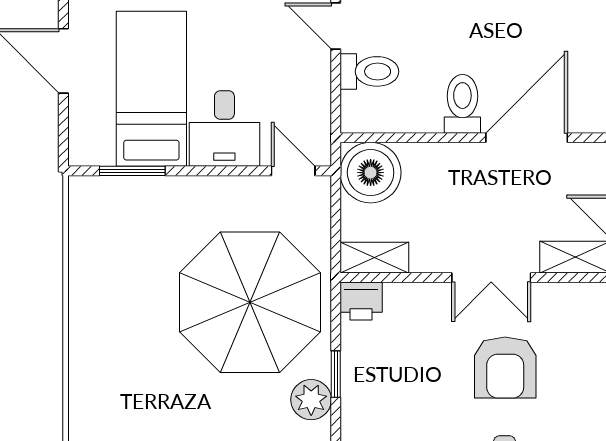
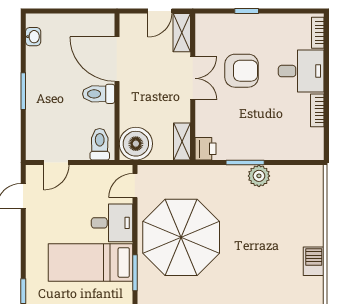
toilet: (369, 71) -> (100, 144), moved
parasol: (250, 302) -> (181, 237), moved
window: (336, 374) -> (245, 163), width x1.50

